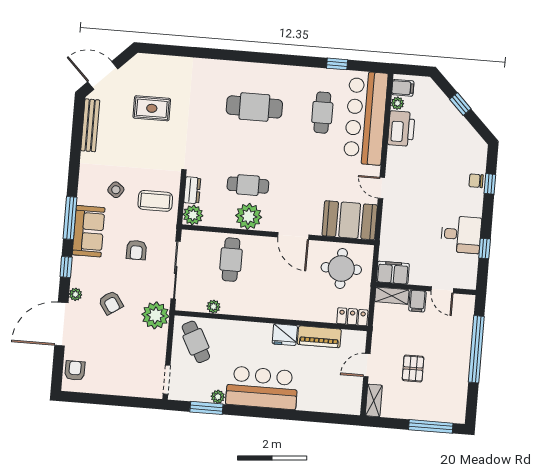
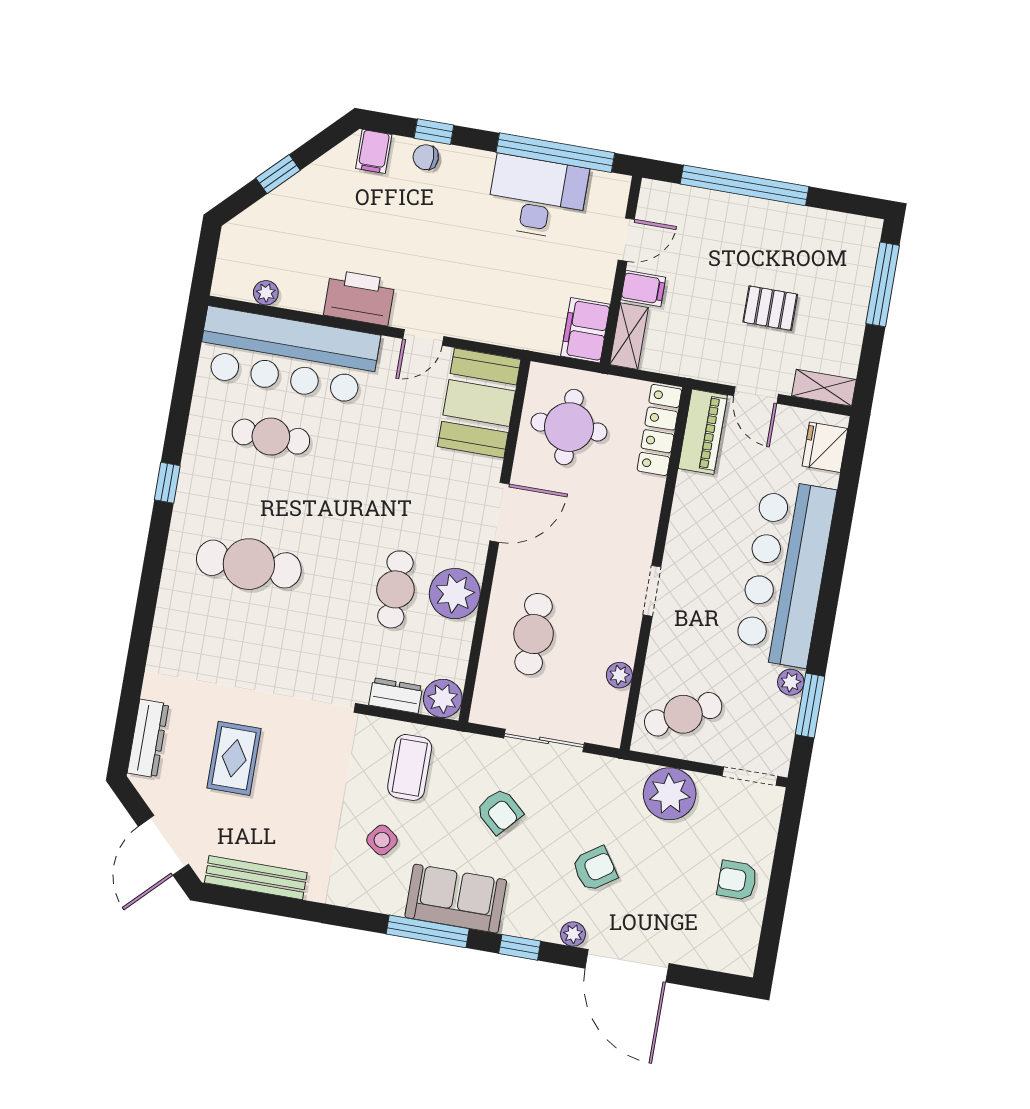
dresser: (158, 62) -> (148, 738), added
window: (337, 64) -> (167, 483), moved
filing cabinet: (403, 88) -> (374, 151), moved, turned 180
cafe table: (254, 107) -> (249, 564), turned 90
printer: (401, 129) -> (359, 298), moved
chair: (476, 181) -> (426, 157), turned 90
desk: (461, 234) -> (537, 197), width x1.37
window: (485, 249) -> (555, 153), width x3.17
armchair: (136, 250) -> (499, 811), turned 42
cafe table: (231, 260) -> (534, 634), turned 90
sliding door: (176, 270) -> (544, 740), width x0.73
plant: (155, 315) -> (670, 794), moved
locker: (352, 317) -> (659, 430), width x1.53
doorway: (259, 320) -> (652, 591), added
fridge: (285, 335) -> (825, 447), moved, turned 180
piano: (319, 337) -> (703, 432), moved
armchair: (75, 371) -> (737, 880), moved
bar counter: (262, 388) -> (785, 573), width x1.36

